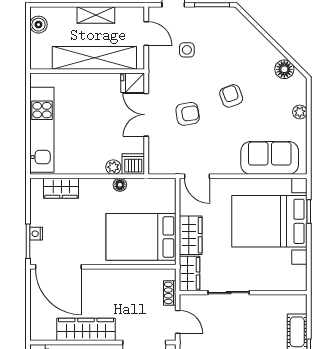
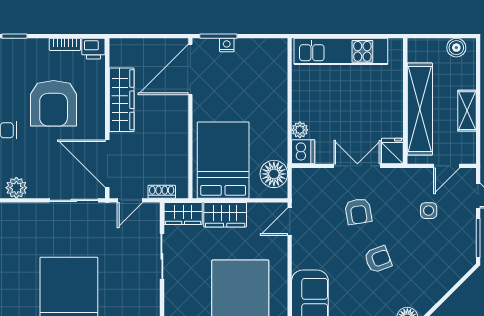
floor lamp: (120, 185) -> (274, 174), moved, width x1.89, depth x1.89
wardrobe: (61, 188) -> (277, 72), removed

